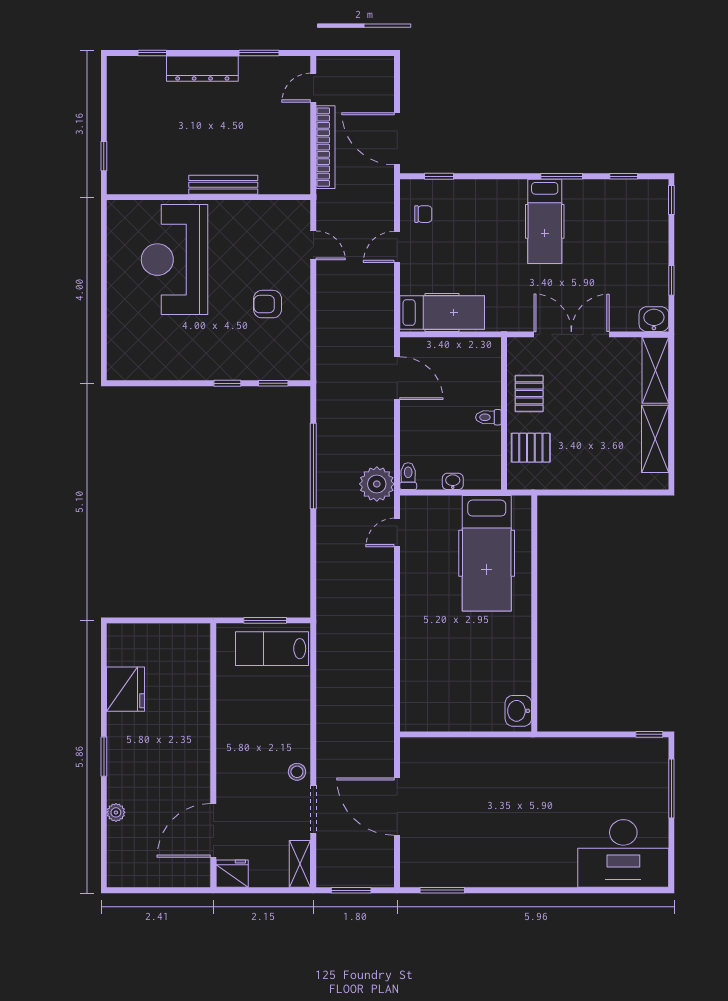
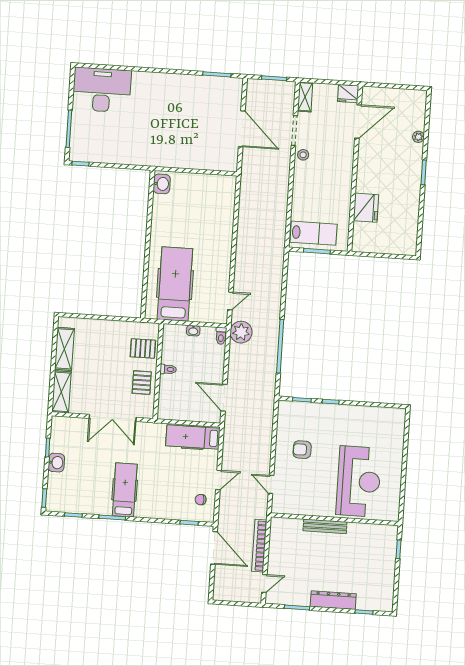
armchair: (268, 304) -> (302, 450), turned 180
washbasin: (654, 319) -> (56, 463), moved, turned -90
fridge: (126, 689) -> (366, 208), moved, turned 180

